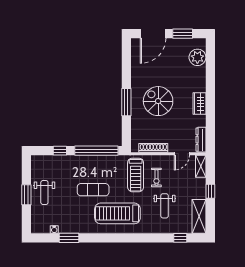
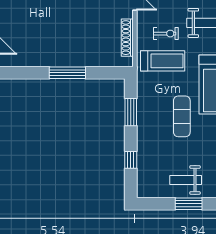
spiral stairs: (158, 101) -> (66, 31), removed
window: (96, 151) -> (131, 112), width x0.47
weight bench: (44, 193) -> (186, 180), turned 180

